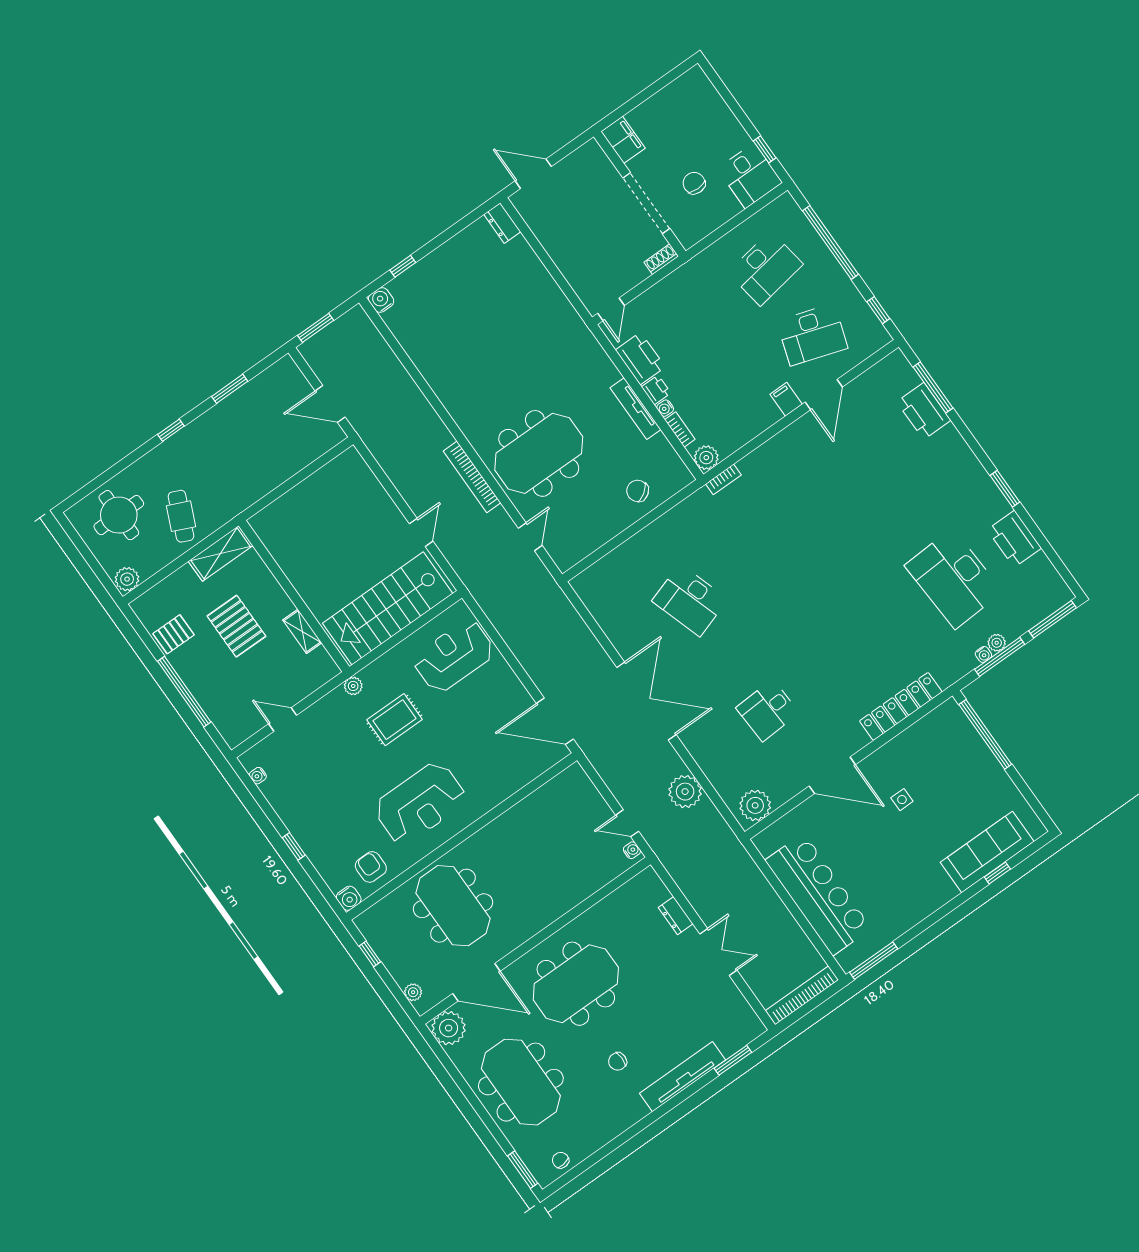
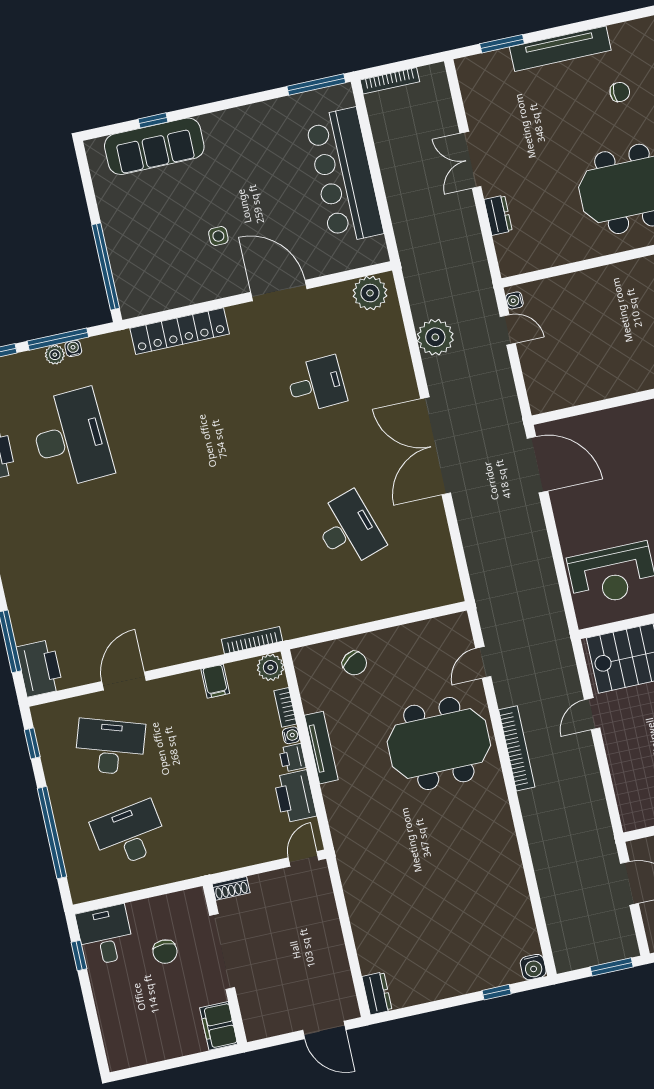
filing cabinet: (786, 399) -> (215, 681), moved
printer: (924, 411) -> (40, 668), moved
bookcase: (723, 479) -> (252, 640), width x1.56
bookcase: (802, 995) -> (390, 81), width x0.68, depth x0.76

